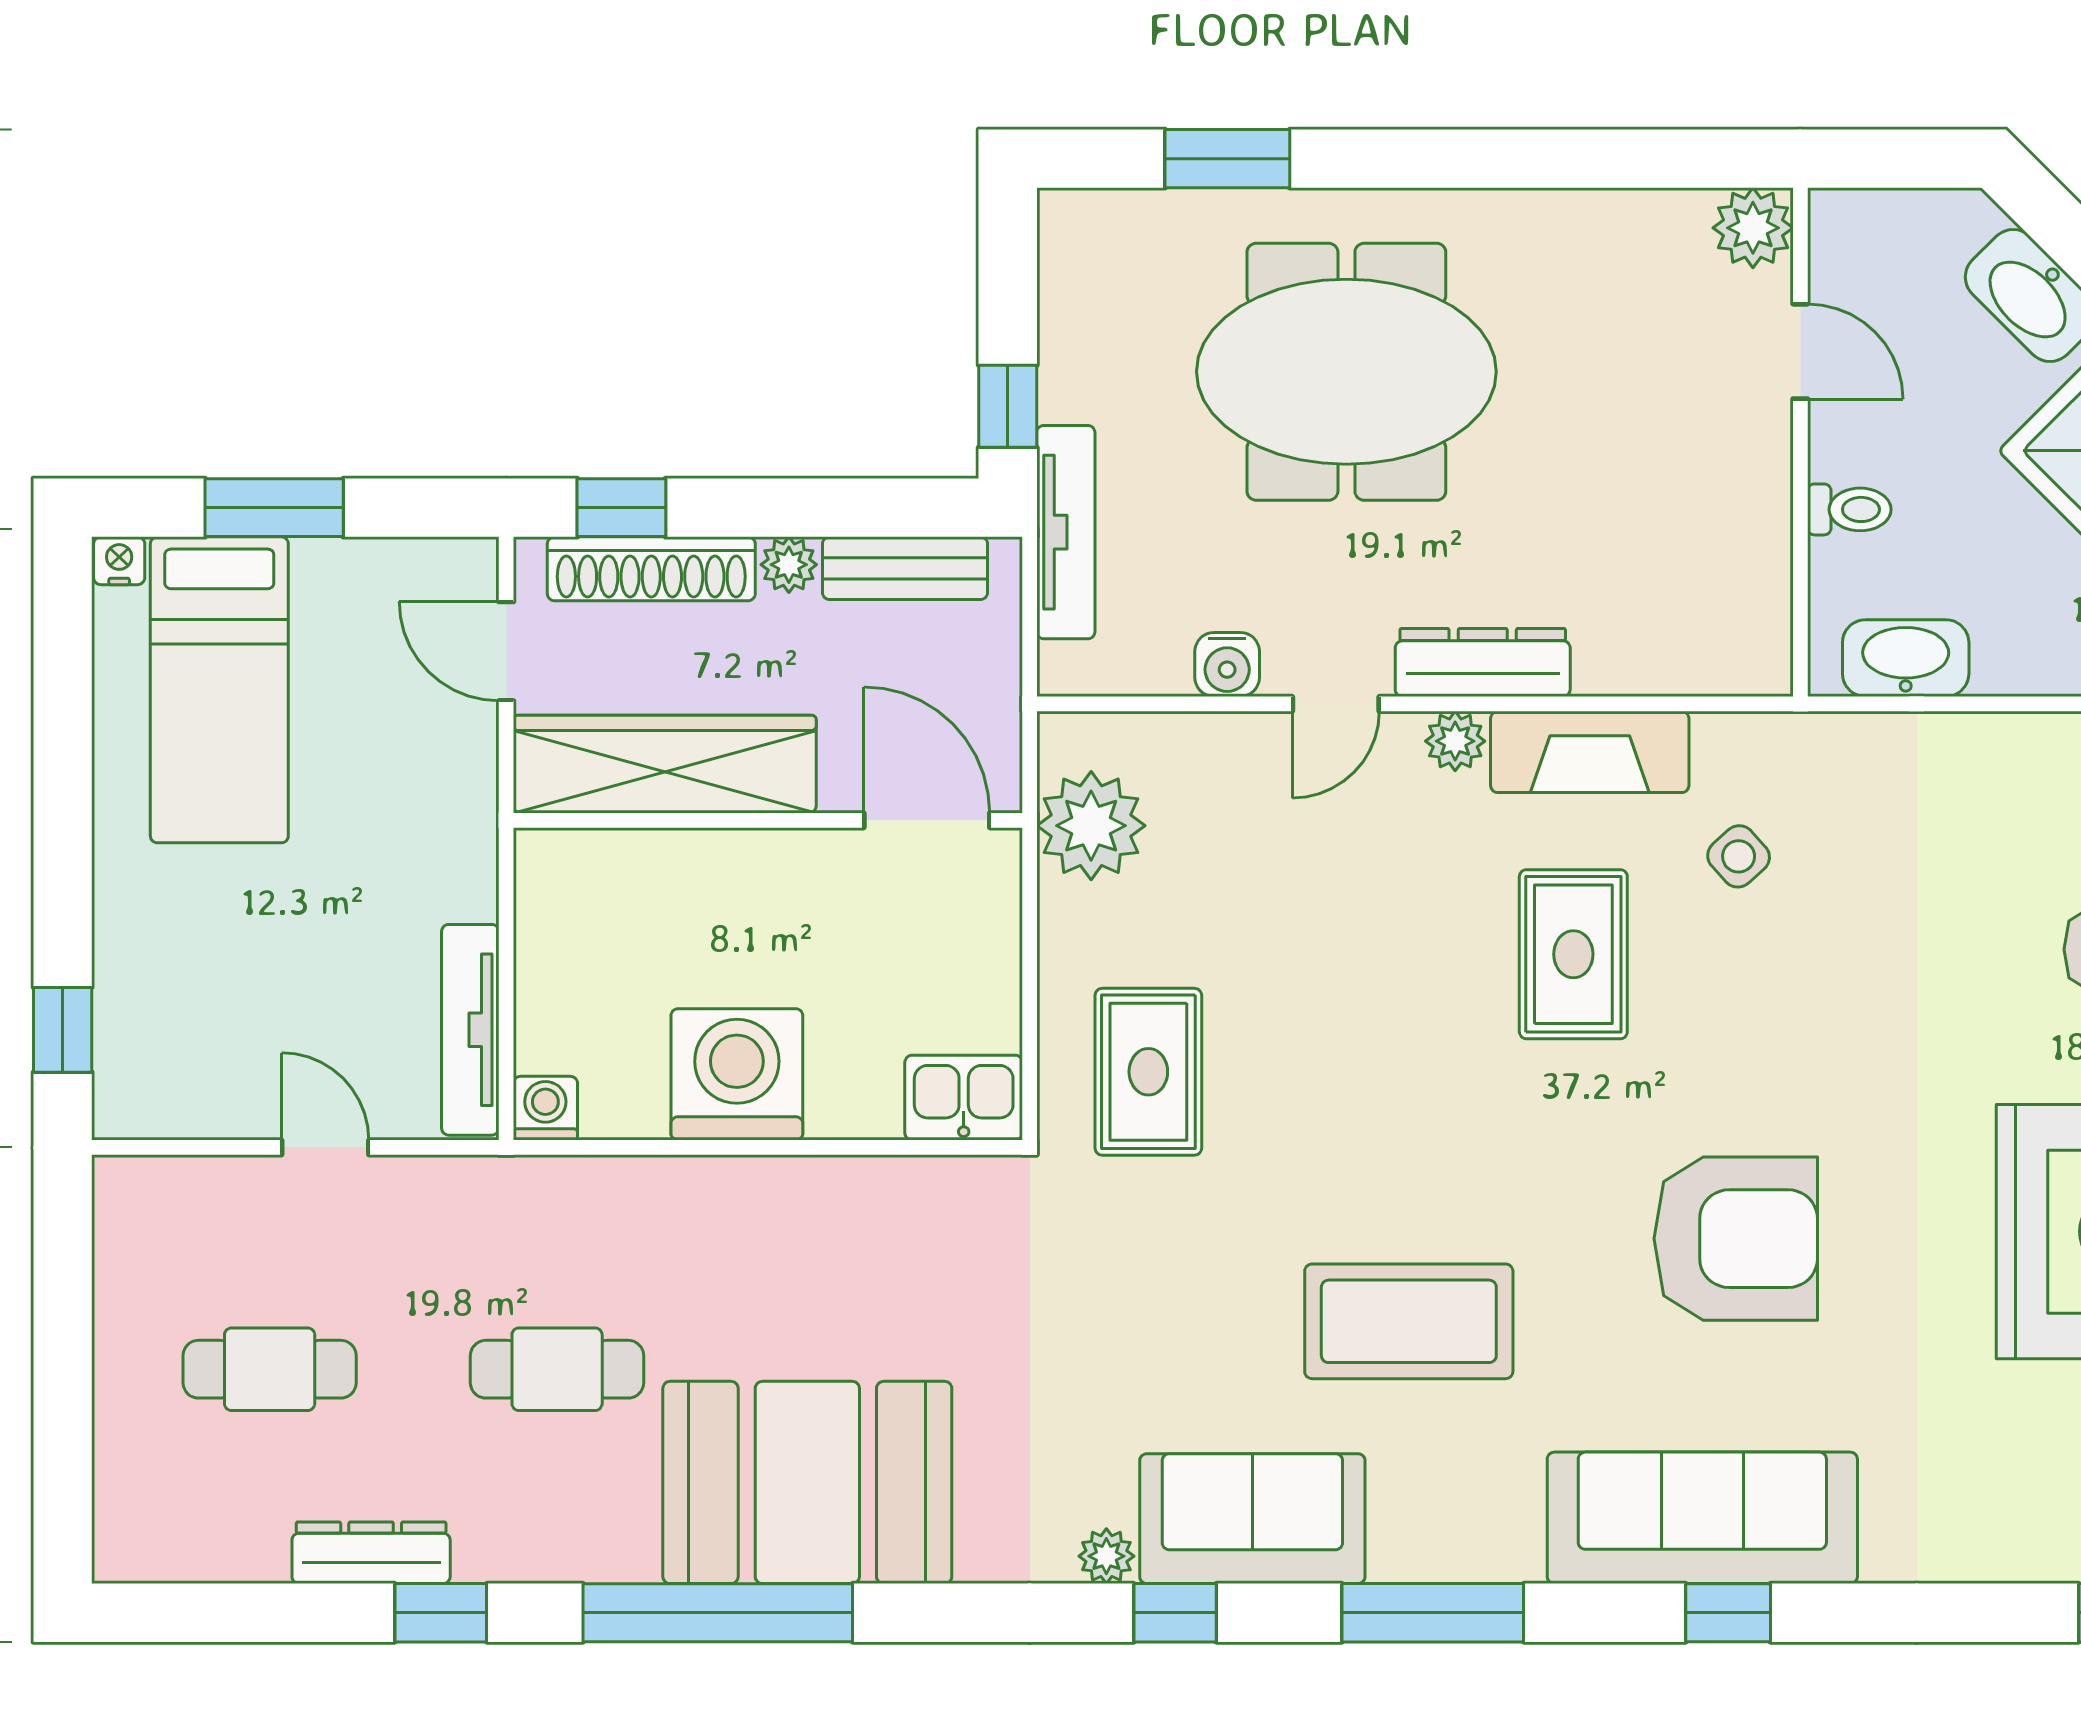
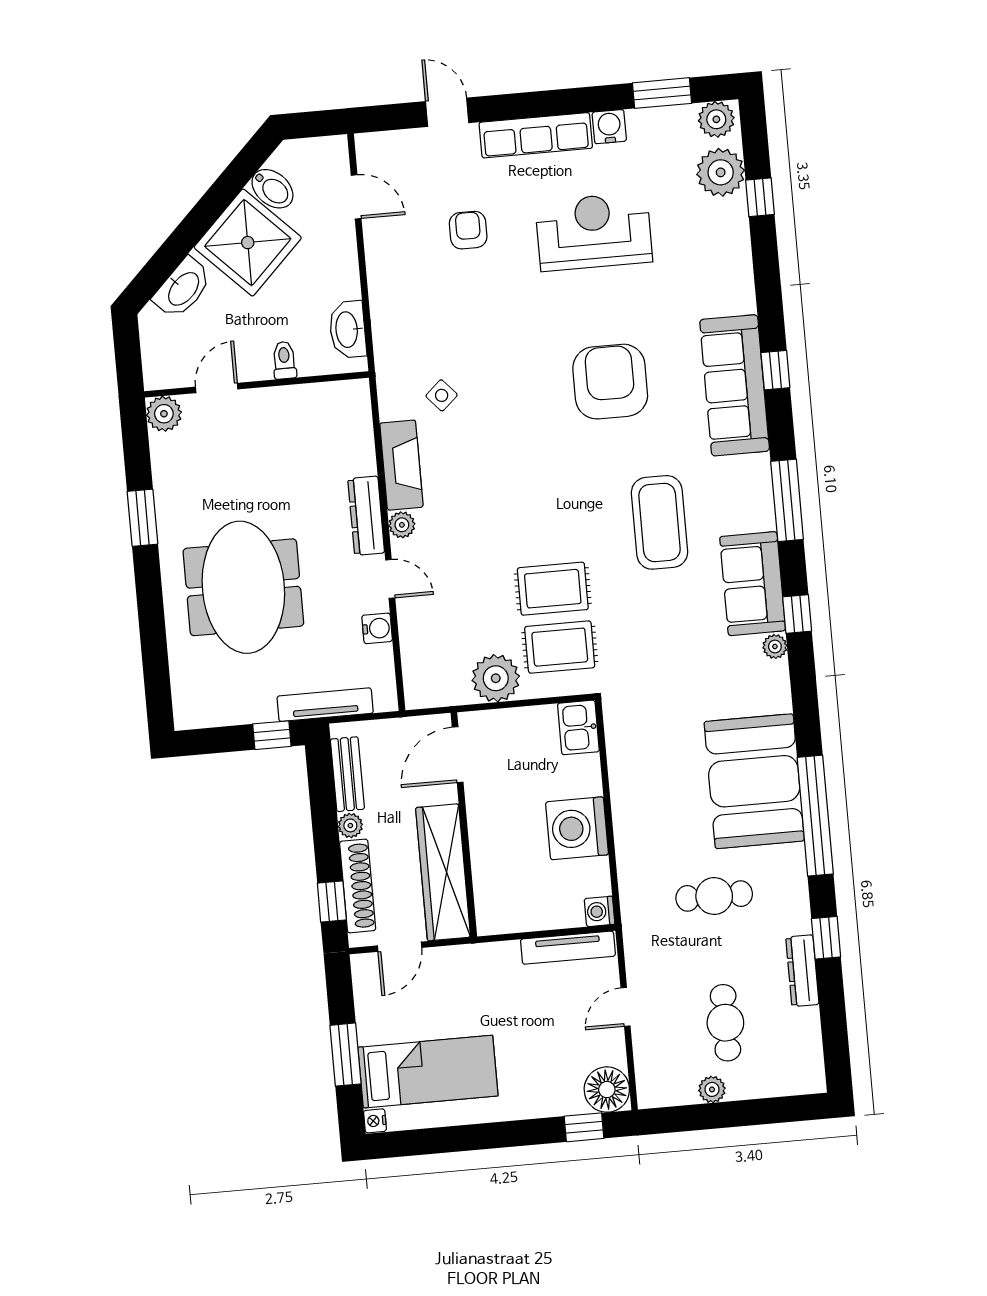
window: (1227, 159) -> (142, 518), moved
plant: (1091, 826) -> (496, 678), moved
rug: (1573, 954) -> (553, 589), moved
floor lamp: (143, 1089) -> (607, 1090), added
plant: (122, 1326) -> (712, 1089), added
cafe table: (557, 1369) -> (714, 896), turned 90

